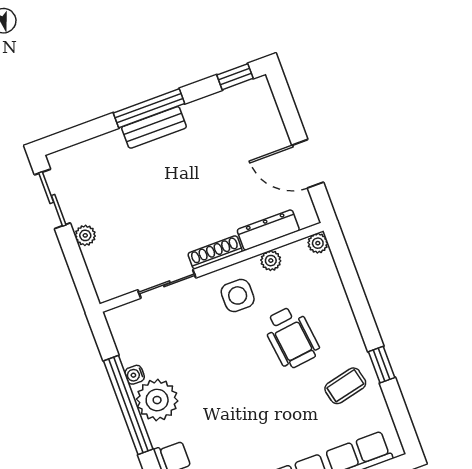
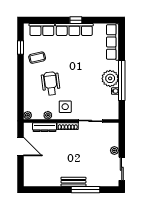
window: (235, 77) -> (36, 190), removed
window: (149, 108) -> (85, 190), moved
window: (382, 365) -> (20, 48), moved

